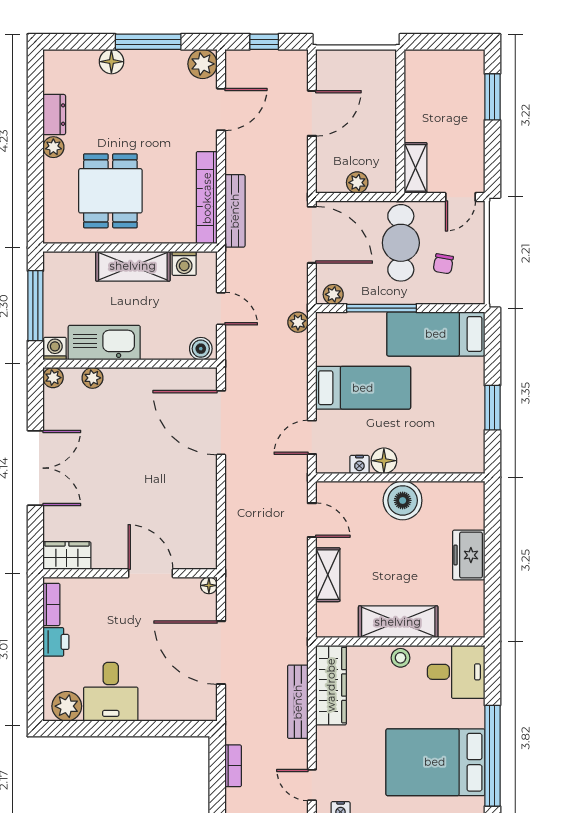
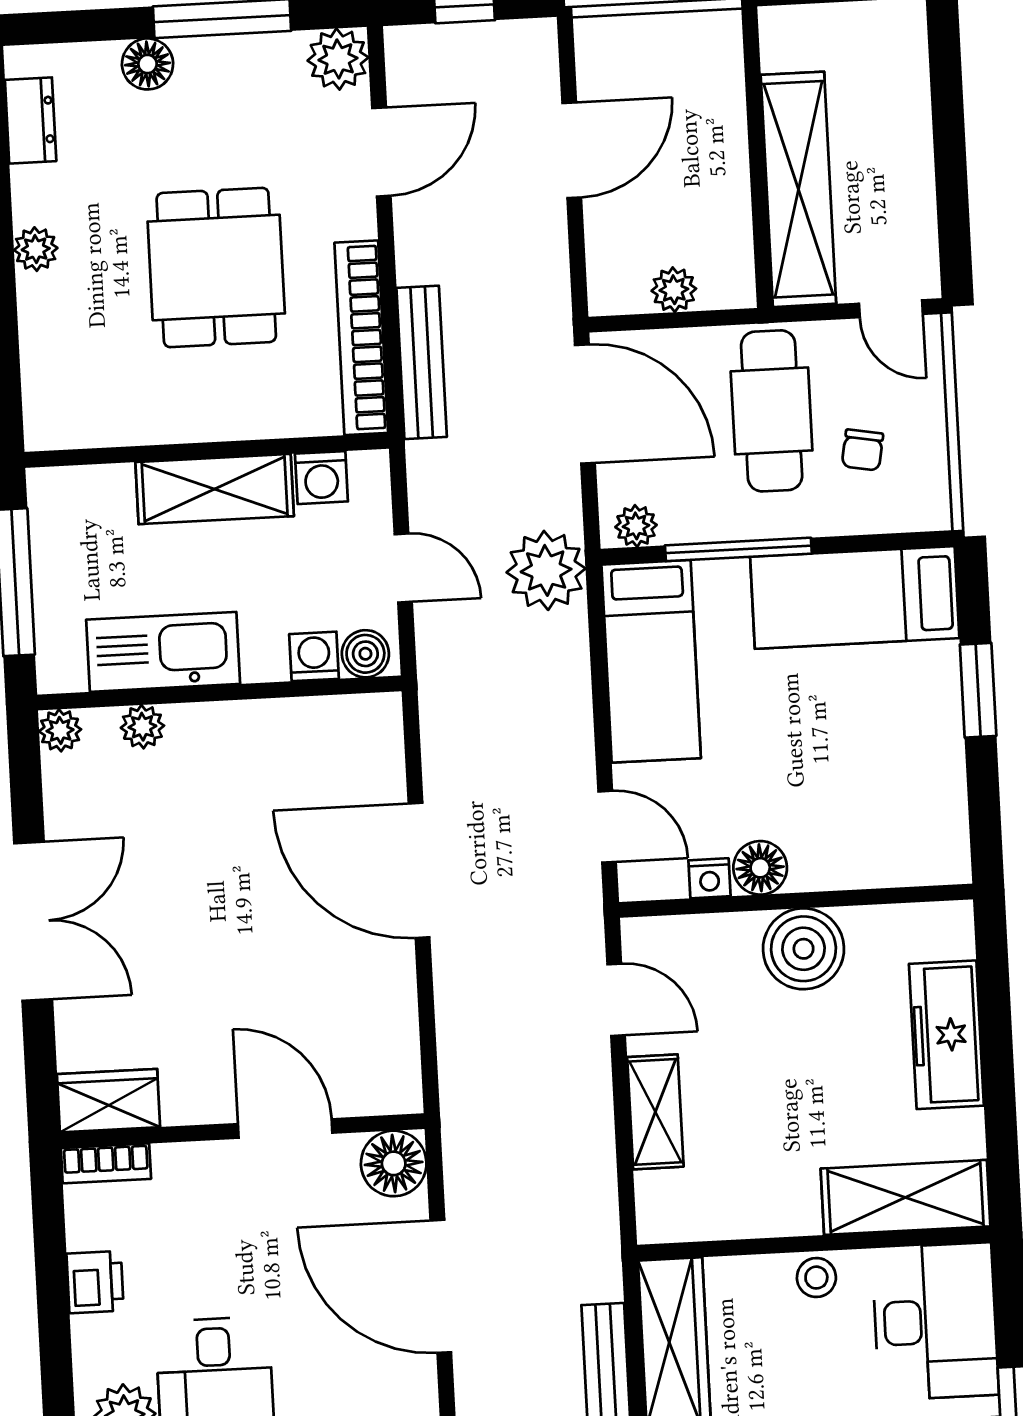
window: (492, 97) -> (947, 96), removed
dresser: (54, 115) -> (31, 120), moved
shelving: (415, 168) -> (798, 189), width x2.20, depth x1.33
dining table: (110, 191) -> (216, 268), moved
door: (460, 197) -> (891, 309), hinge flipped
plant: (298, 322) -> (546, 570), width x1.87, depth x1.87
washing machine: (55, 349) -> (314, 656), moved
bed: (363, 388) -> (651, 661), moved, turned 90
window: (492, 408) -> (978, 690), moved
door: (221, 423) -> (419, 870), moved
door: (312, 437) -> (607, 827), swing flipped
freezer: (469, 555) -> (946, 1035), width x1.40
floor lamp: (209, 585) -> (394, 1163), width x1.89, depth x1.89
bookcase: (51, 604) -> (106, 1163), moved, turned 90
shelving: (398, 622) -> (906, 1197), moved
desk: (456, 672) -> (935, 1321), width x1.37

